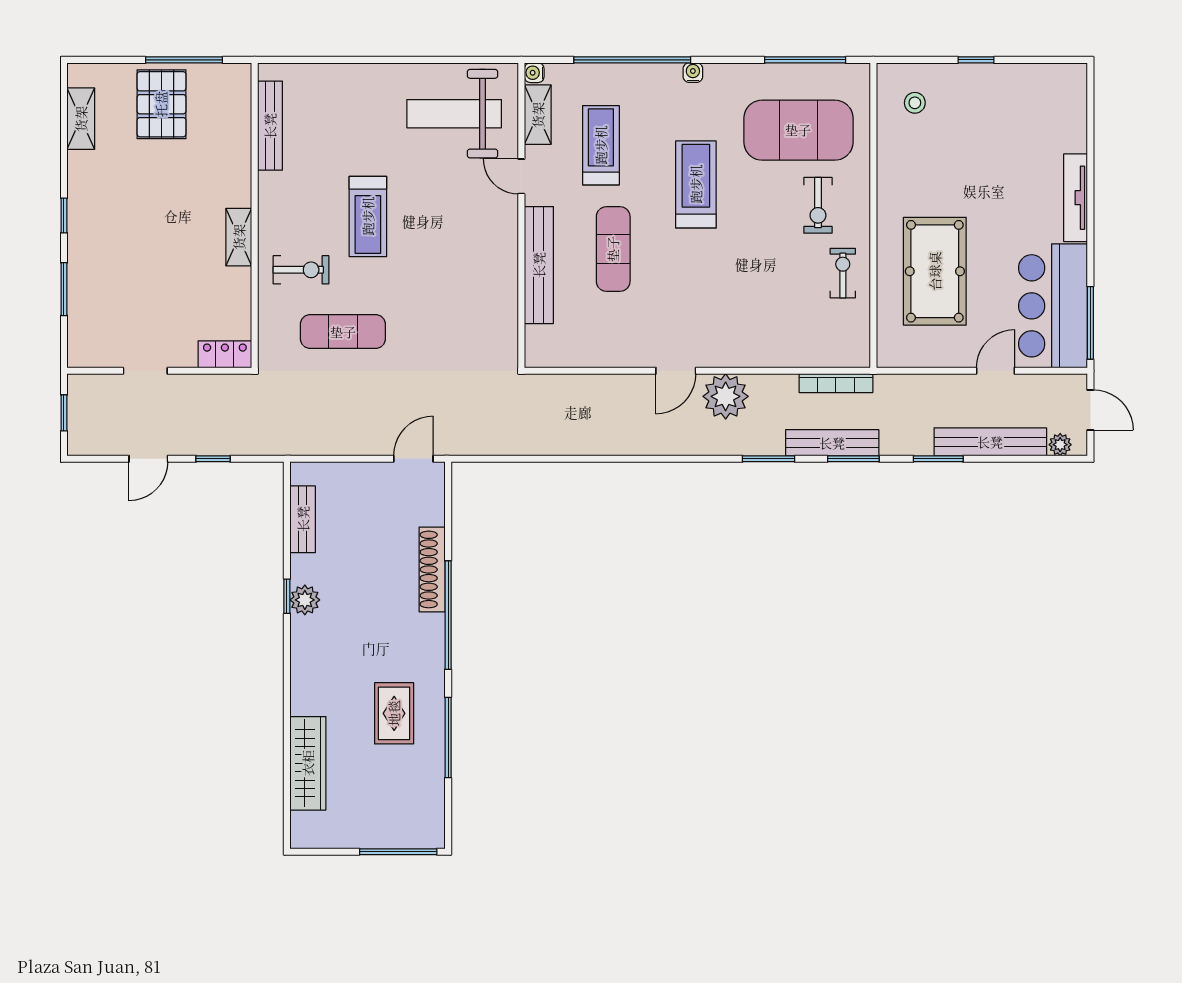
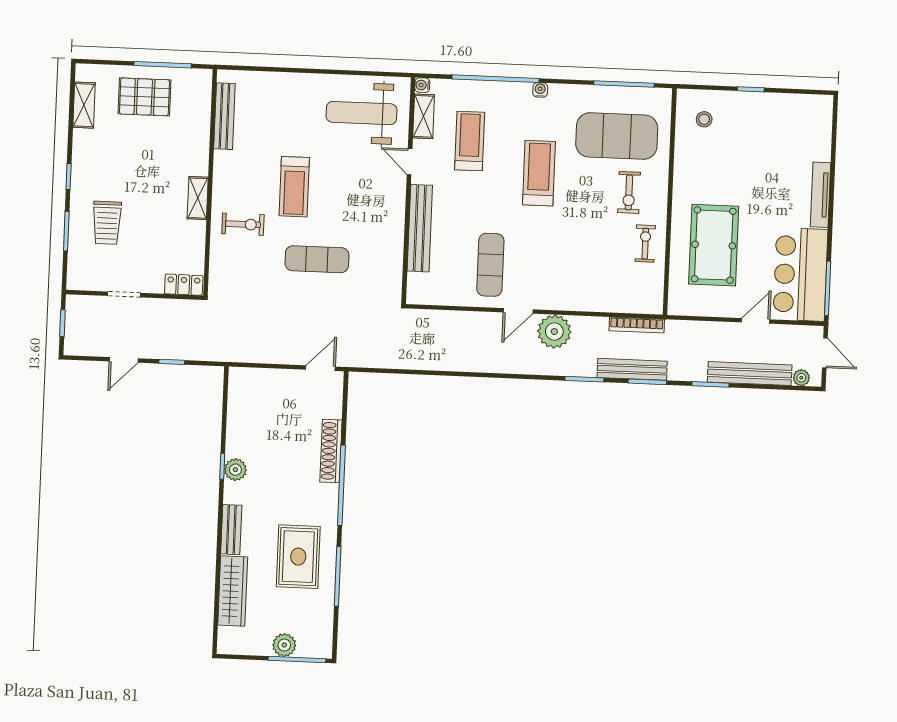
pallet: (161, 104) -> (144, 97), turned 90
exercise mat: (613, 249) -> (490, 265), moved
trolley: (118, 275) -> (107, 223), added
exercise mat: (343, 332) -> (317, 259), moved
bench: (303, 519) -> (231, 530), moved
rug: (394, 713) -> (298, 557), width x1.36, depth x1.43
plant: (380, 833) -> (284, 645), added

